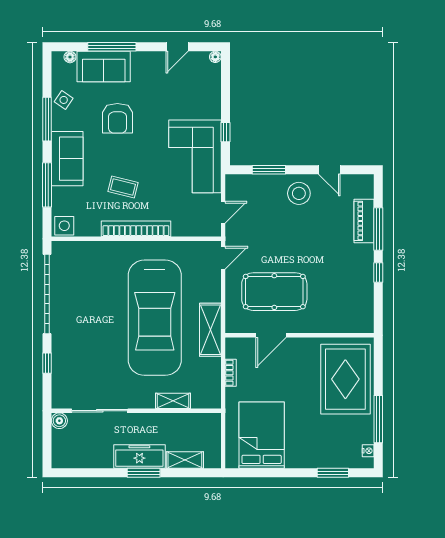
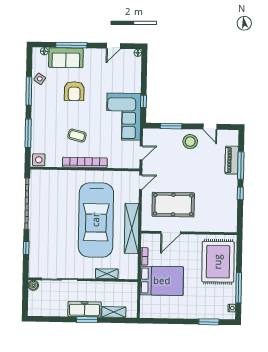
sofa: (67, 159) -> (41, 117), removed
shelving: (210, 330) -> (132, 228), width x1.47
bed: (262, 435) -> (162, 281), moved, turned 90

